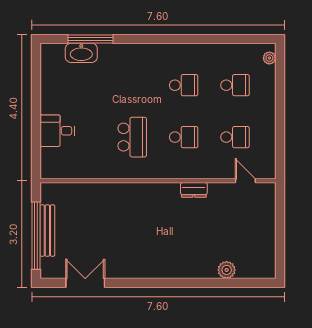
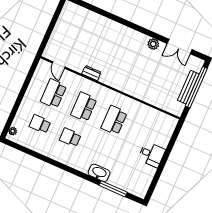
washbasin: (81, 53) -> (99, 173), moved
desk: (57, 131) -> (152, 154), moved
school desk: (184, 137) -> (84, 107), width x1.85
school desk: (235, 137) -> (53, 93), width x1.85
plant: (227, 270) -> (153, 44), moved

